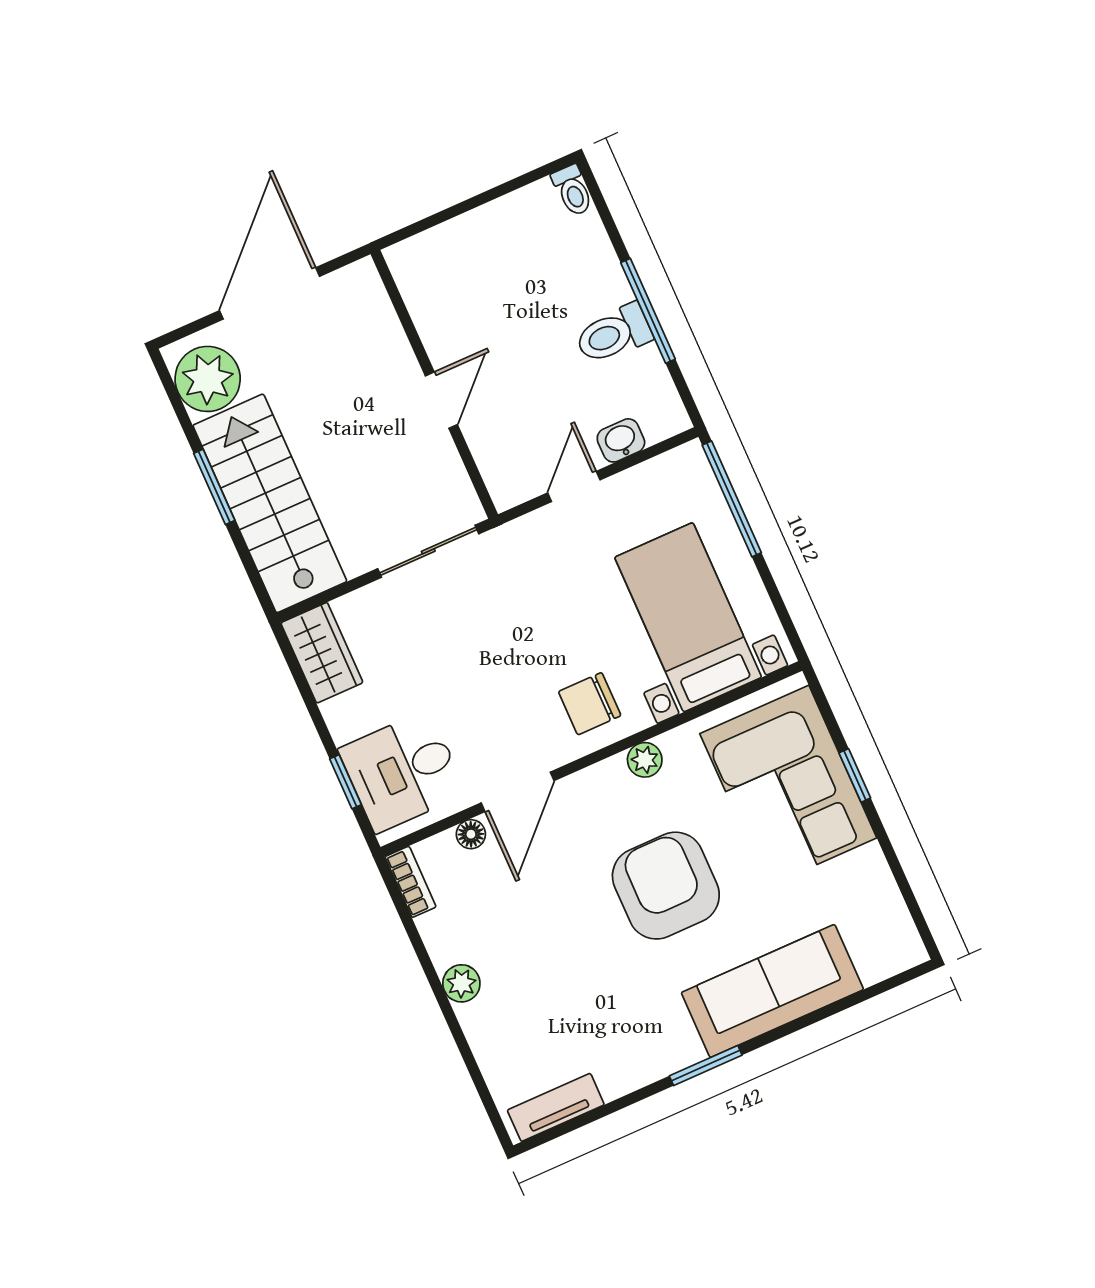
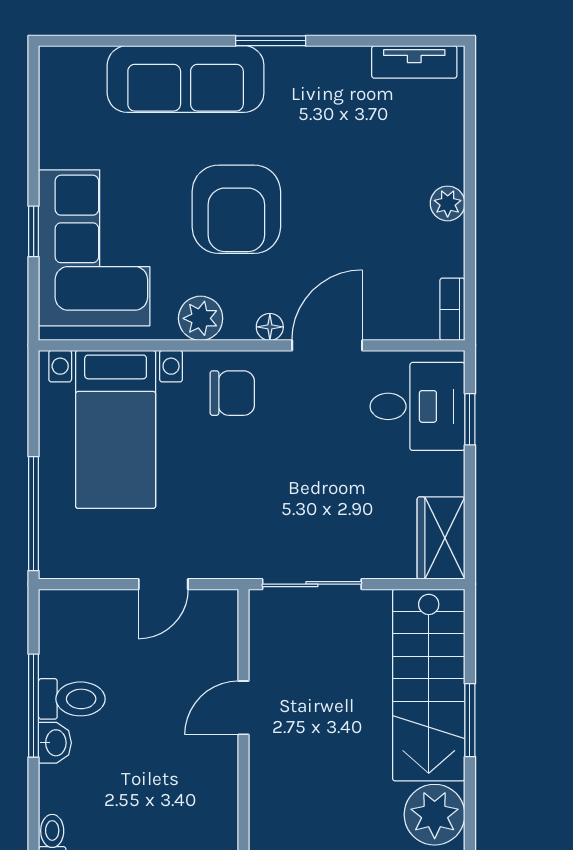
washbasin: (621, 440) -> (55, 743), moved, turned -90
plant: (645, 760) -> (201, 318), width x1.38, depth x1.38
floor lamp: (471, 834) -> (270, 327), moved

